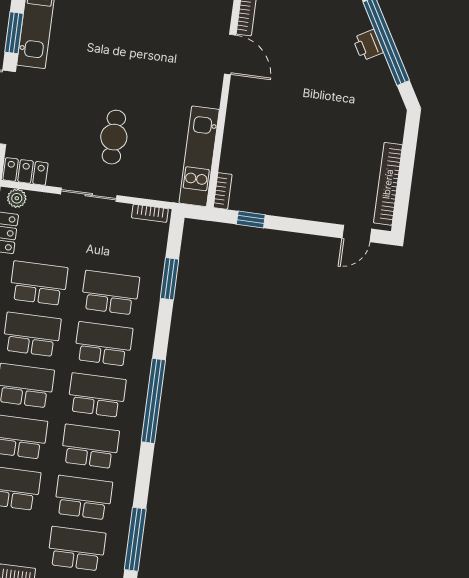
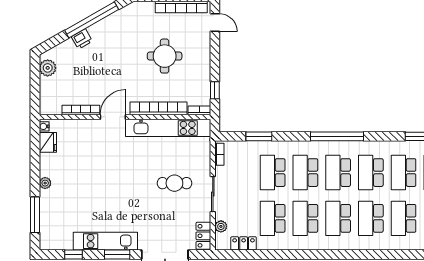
printer: (368, 45) -> (82, 39), moved
bookcase: (234, 127) -> (158, 108), added
round table: (315, 148) -> (165, 56), added
kitchen unit: (199, 156) -> (168, 128), width x1.36
plant: (17, 198) -> (221, 226), moved

